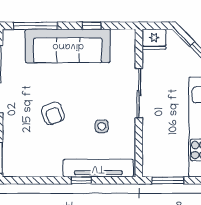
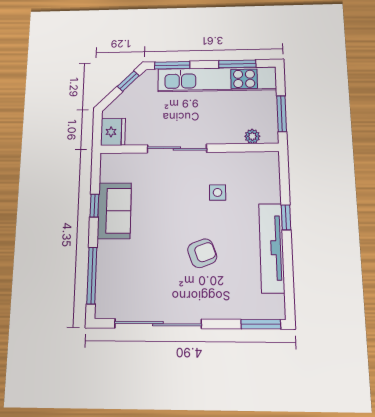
sofa: (68, 46) -> (114, 211), width x0.54, depth x0.79
plant: (149, 156) -> (252, 136), added
tv unit: (98, 168) -> (272, 248), moved

